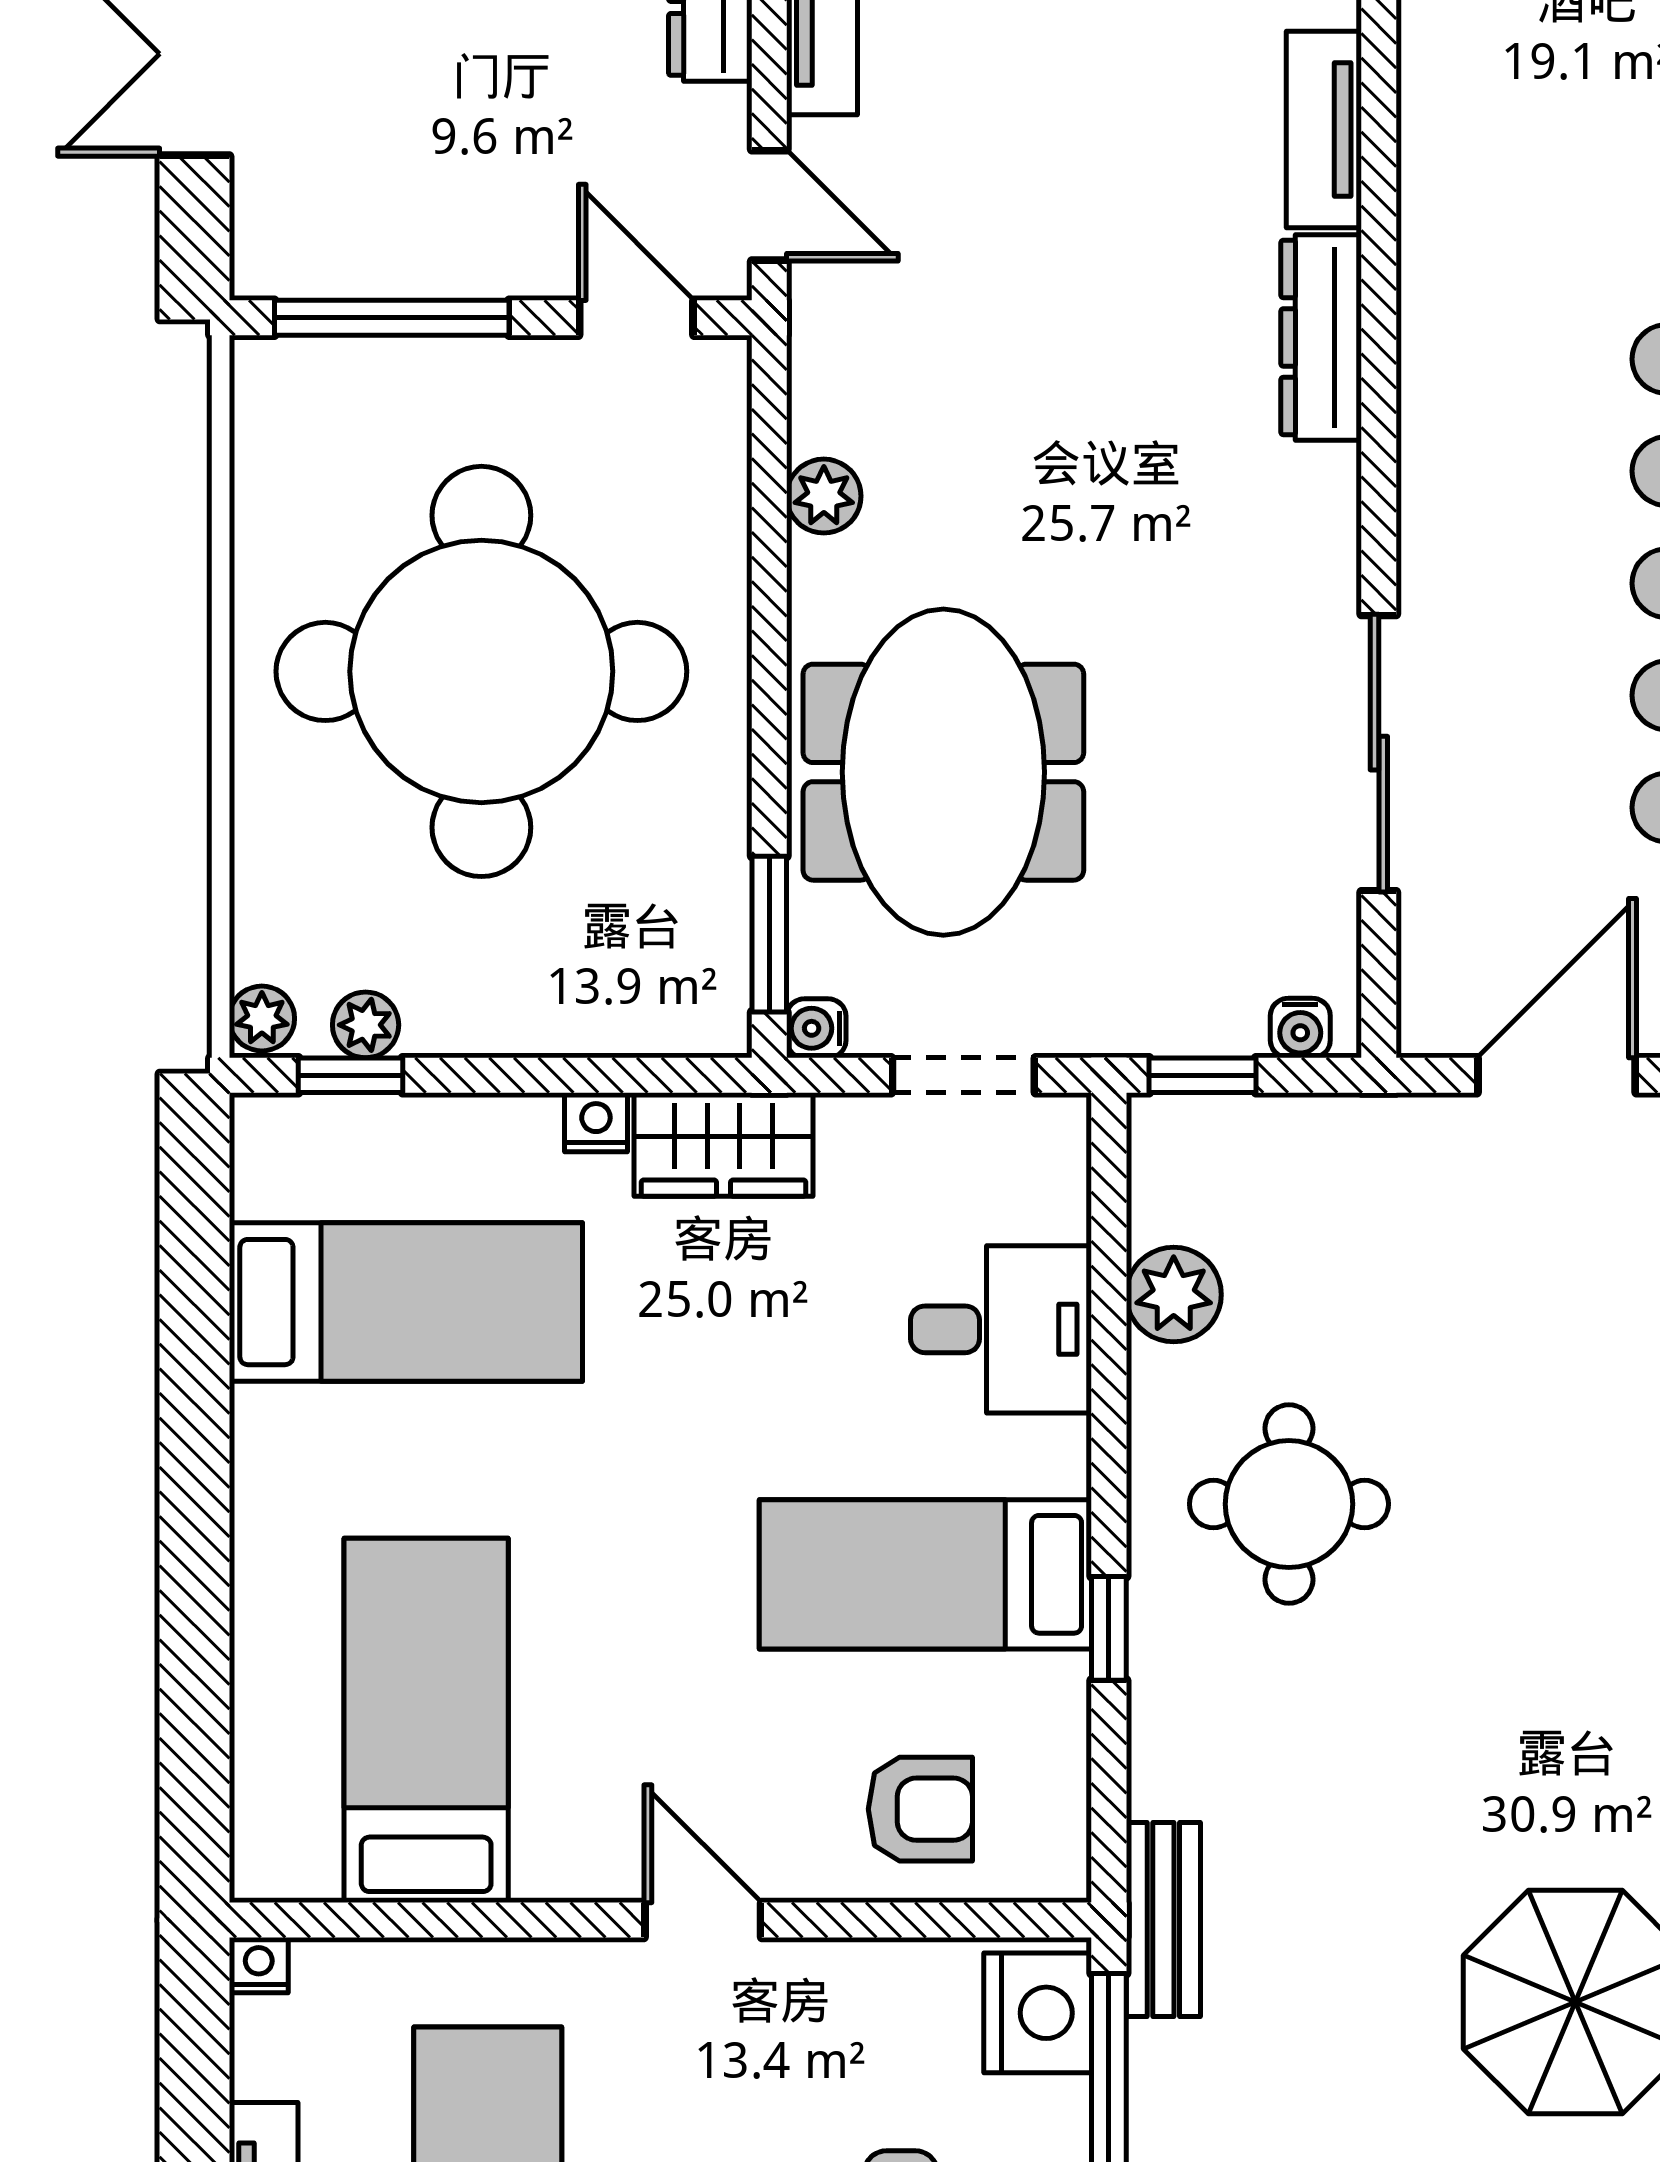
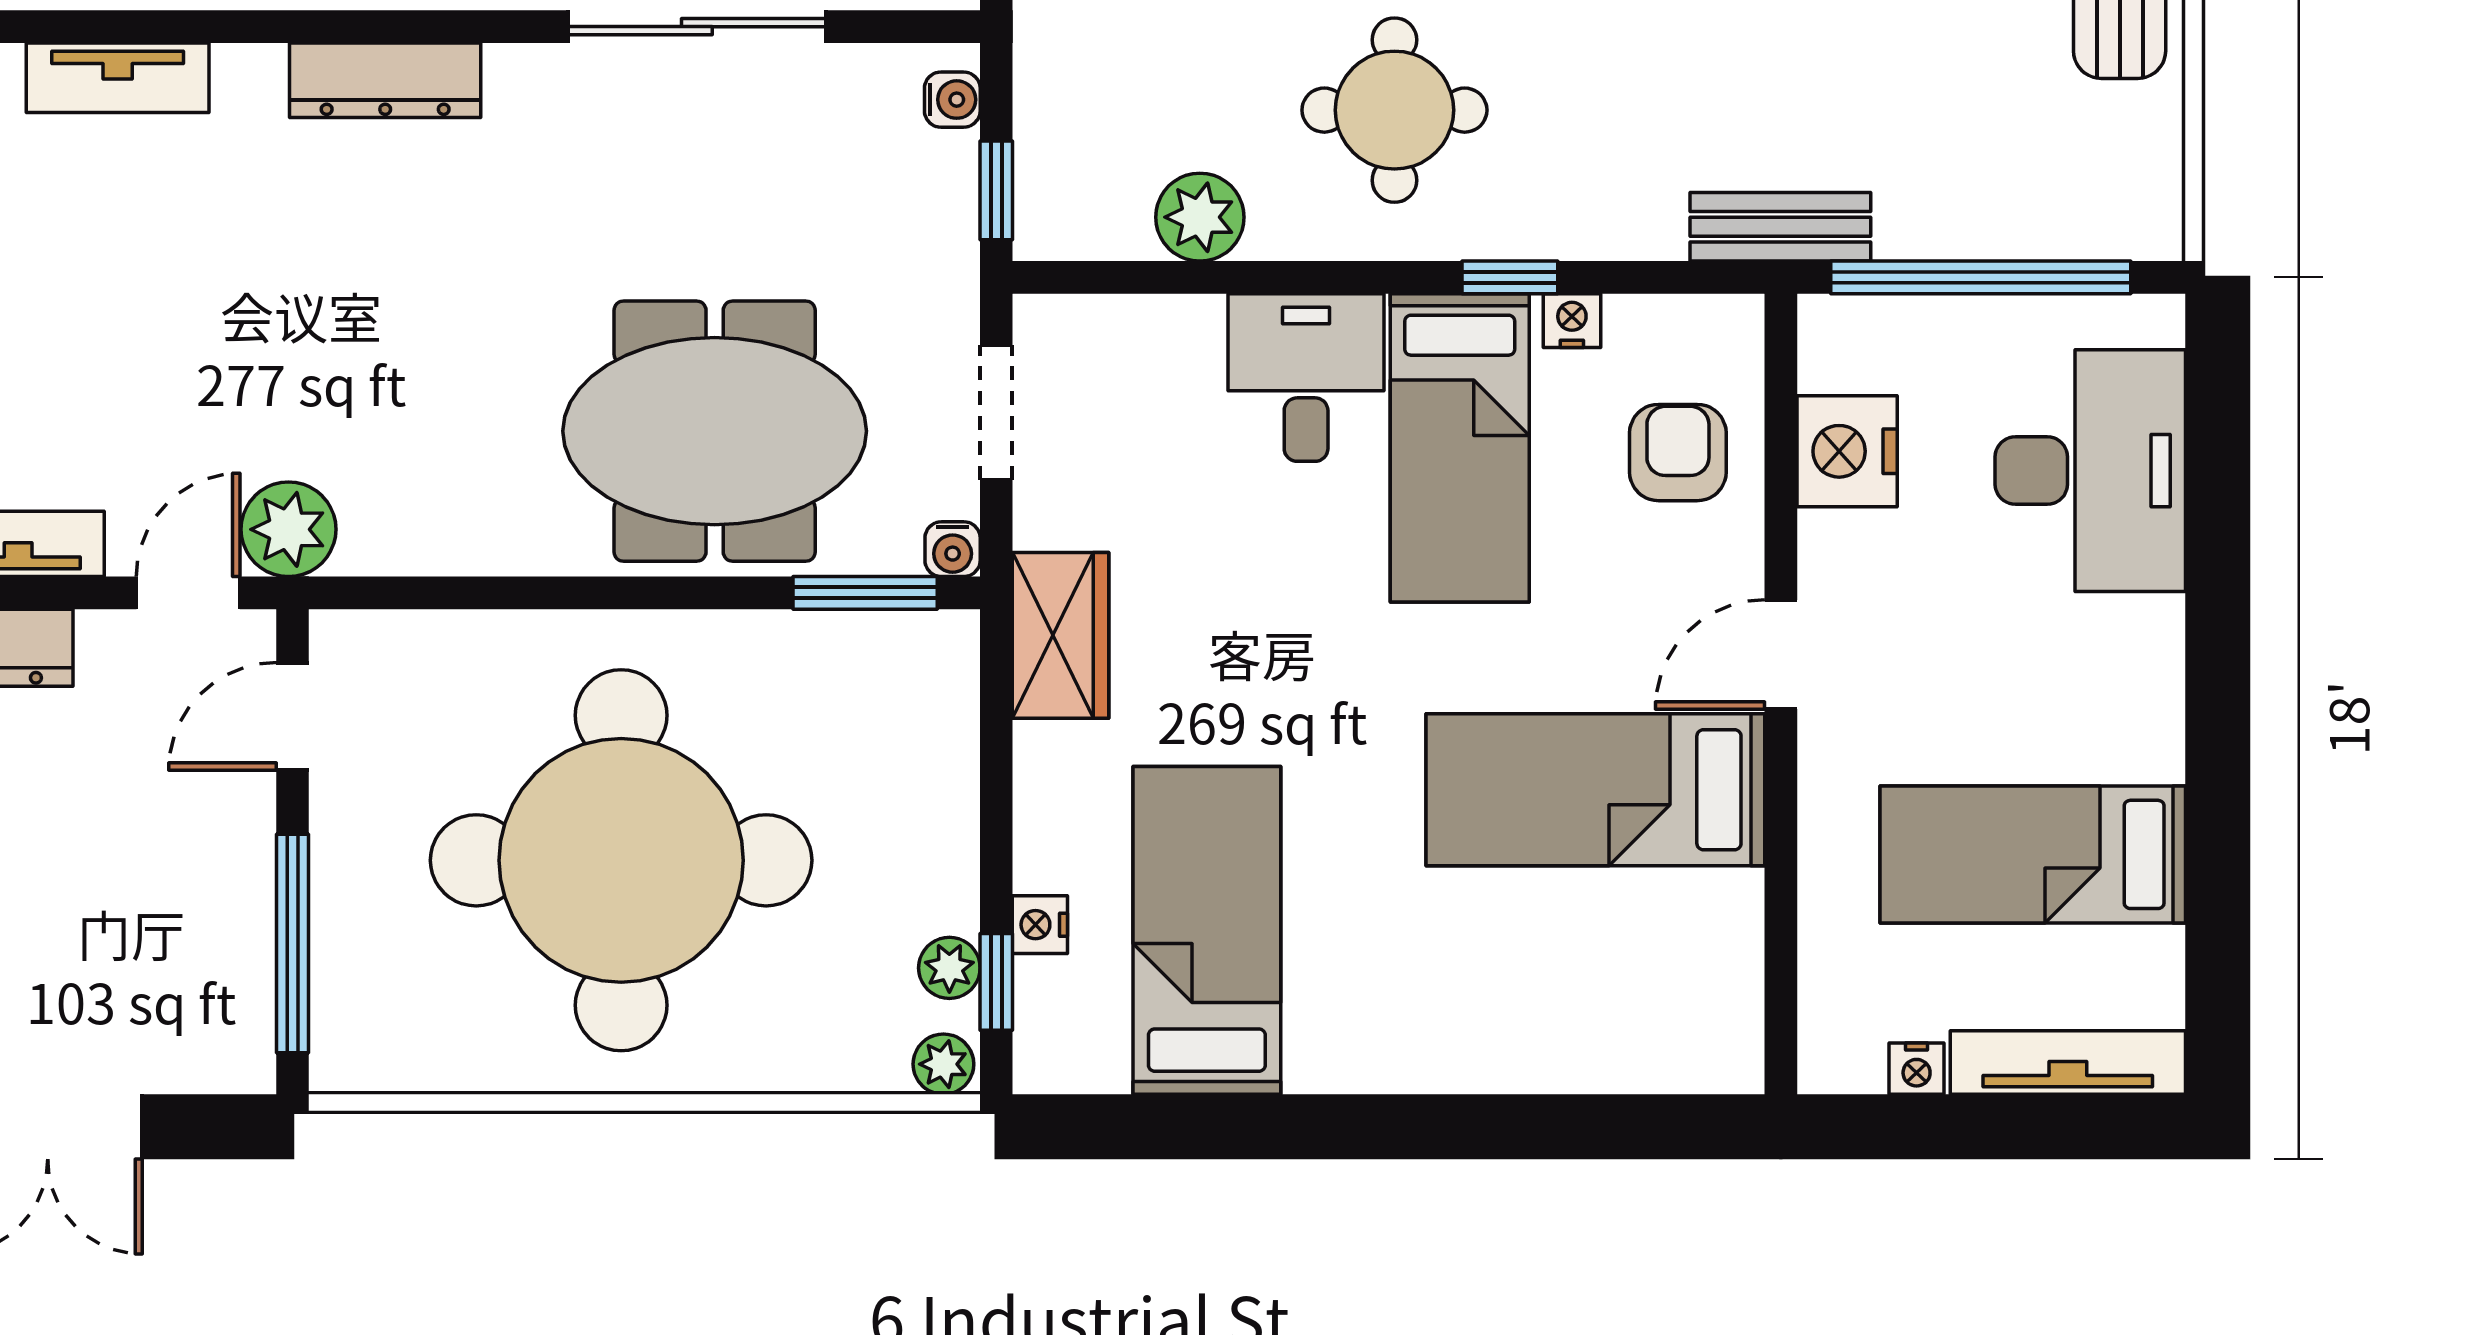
dresser: (1321, 337) -> (385, 80), moved
plant: (824, 496) -> (288, 529), moved, width x1.38, depth x1.38
nightstand: (596, 1122) -> (1040, 925), moved
desk: (1001, 1329) -> (1306, 378), moved
nightstand: (1062, 1695) -> (1572, 321), added
bed: (426, 1720) -> (1595, 790), moved
nightstand: (259, 1965) -> (1917, 1069), moved, turned -90
nightstand: (1038, 2013) -> (1847, 451), moved, turned -90

